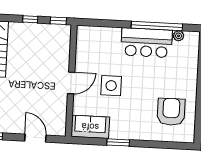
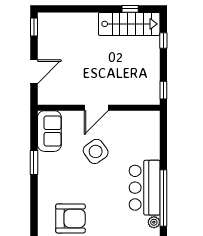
window: (30, 19) -> (163, 41), moved
door: (71, 83) -> (96, 108), hinge flipped
side table: (111, 86) -> (96, 151), turned -36

